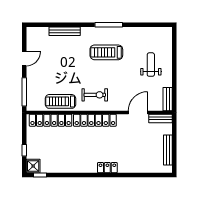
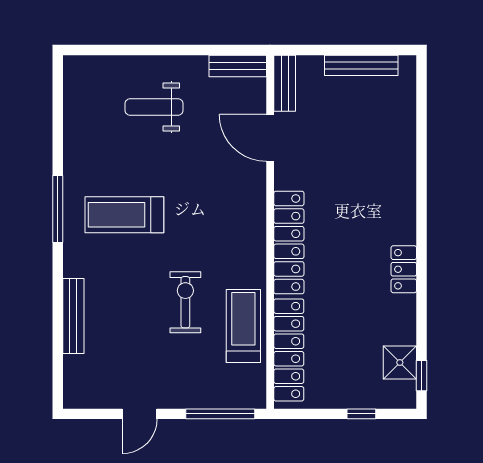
treadmill: (106, 52) -> (124, 215), turned 90
door: (24, 59) -> (140, 414), swing flipped
exercise bike: (95, 95) -> (185, 302), moved
treadmill: (60, 101) -> (243, 326), turned 180
shower: (33, 166) -> (400, 362), moved
locker: (107, 168) -> (404, 269), moved

